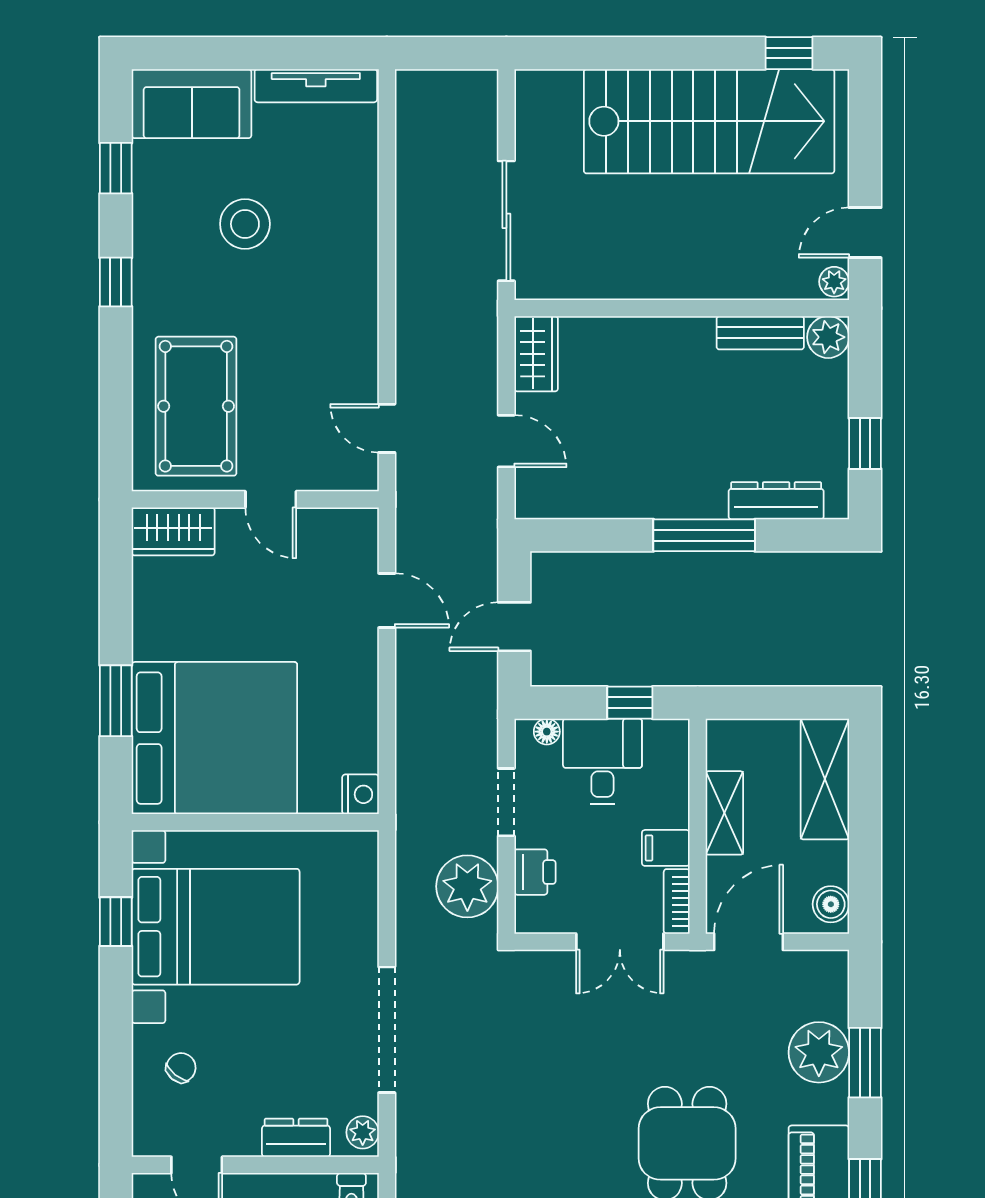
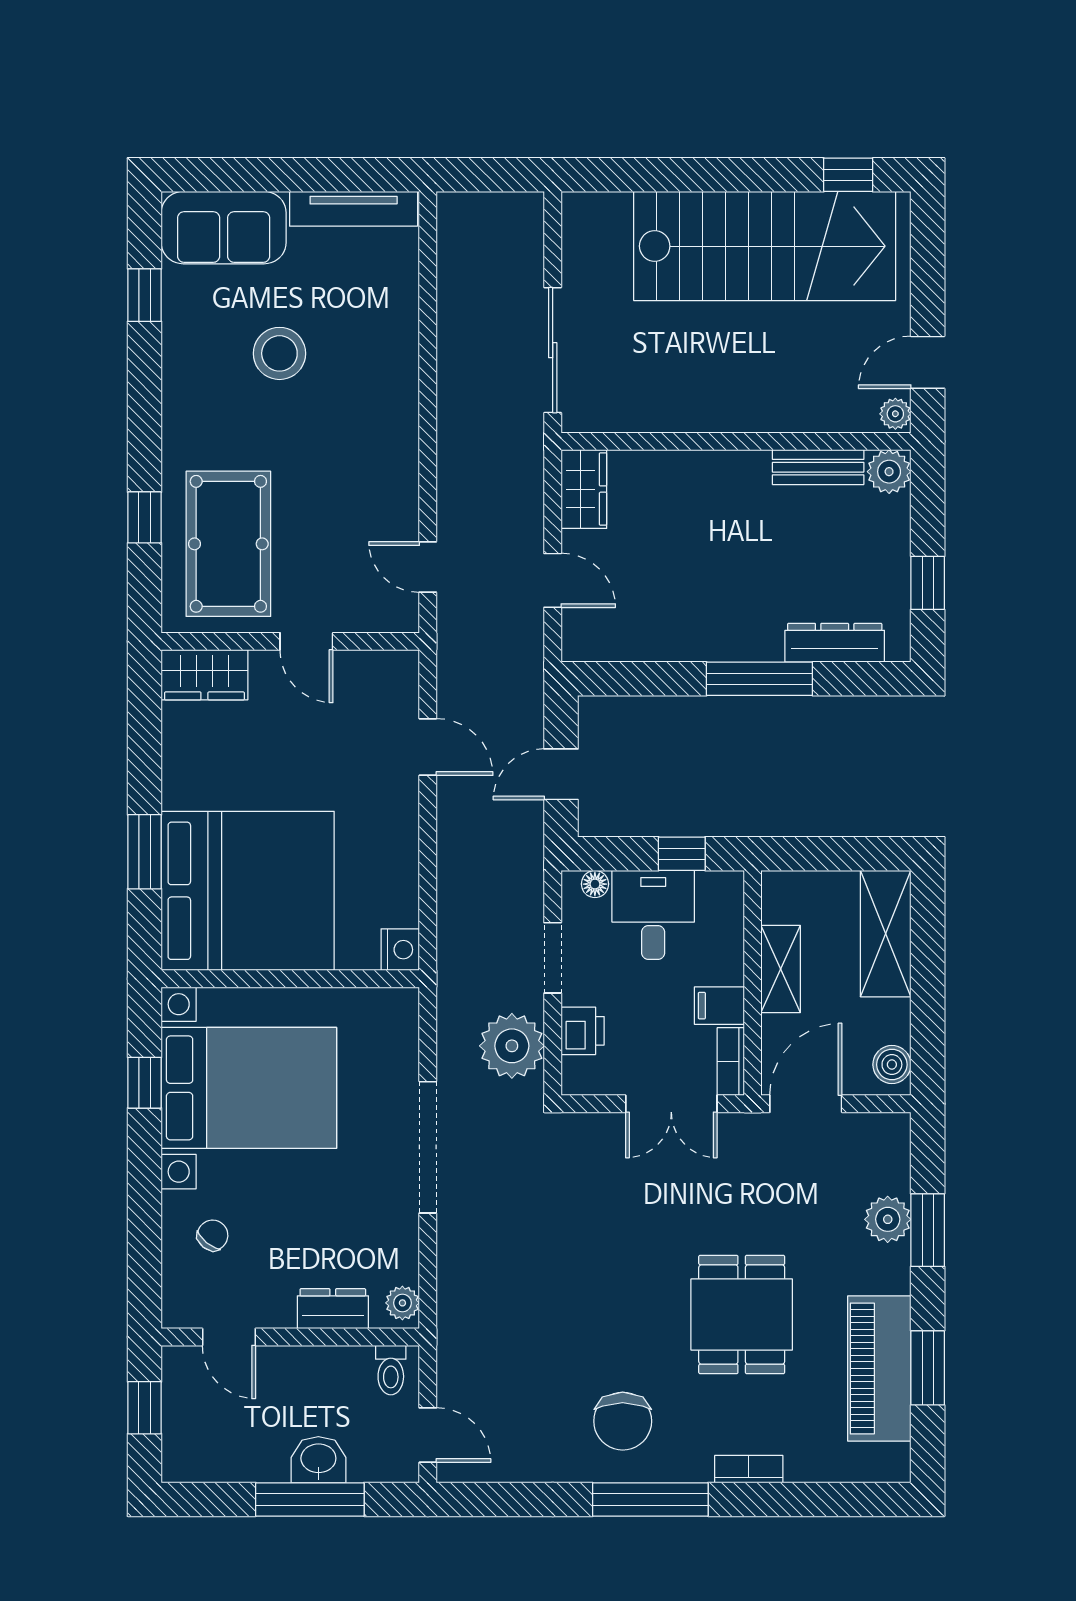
window: (116, 282) -> (144, 517), moved
doorway: (387, 1030) -> (428, 1147), moved
plant: (819, 1052) -> (888, 1219), width x0.73, depth x0.73

